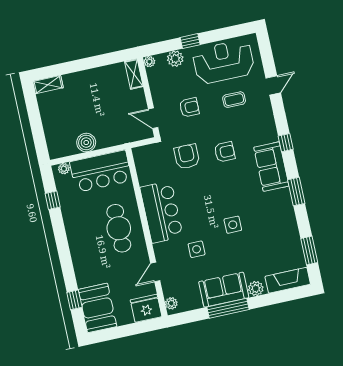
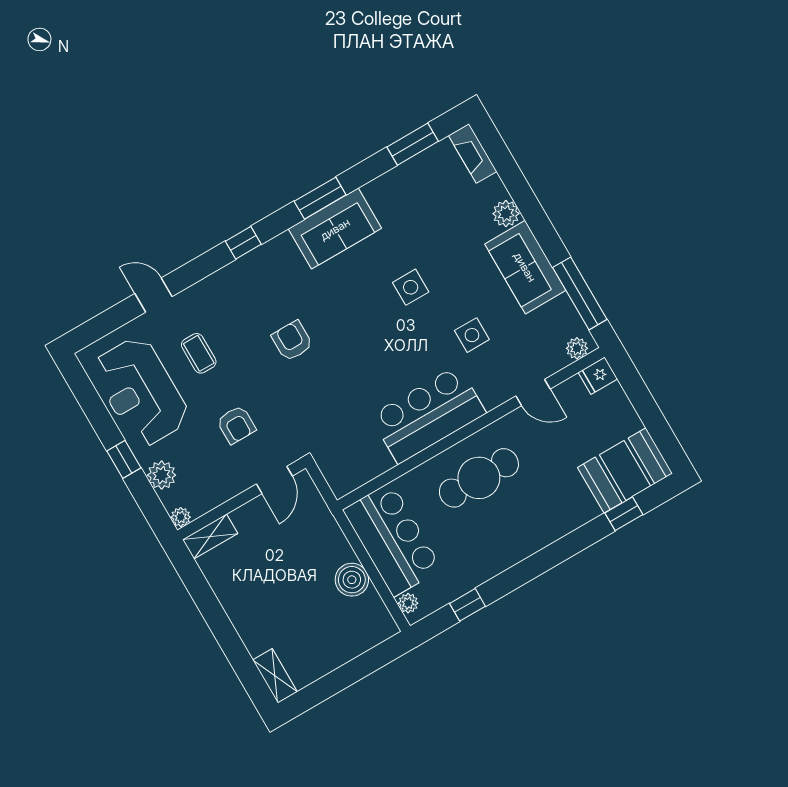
armchair: (189, 107) -> (236, 425), turned 180
armchair: (187, 156) -> (321, 402), removed
sofa: (271, 167) -> (335, 229), moved
fireplace: (288, 280) -> (473, 153), width x0.73, depth x0.76
fridge: (146, 308) -> (598, 376), width x0.53, depth x0.75
window: (228, 308) -> (580, 293), moved

